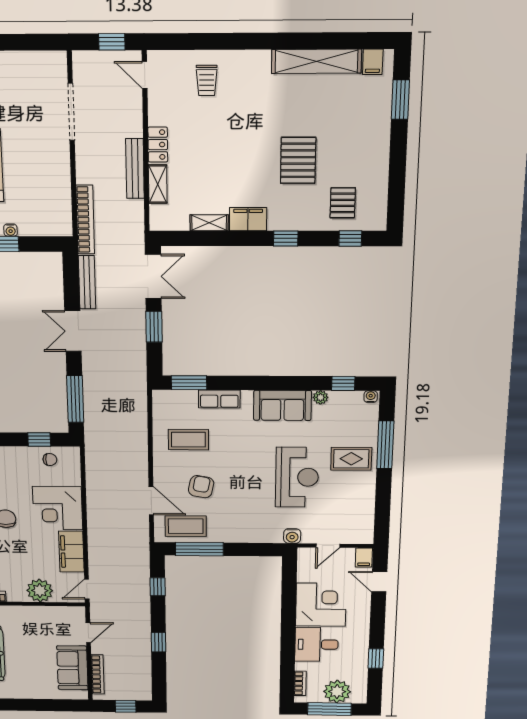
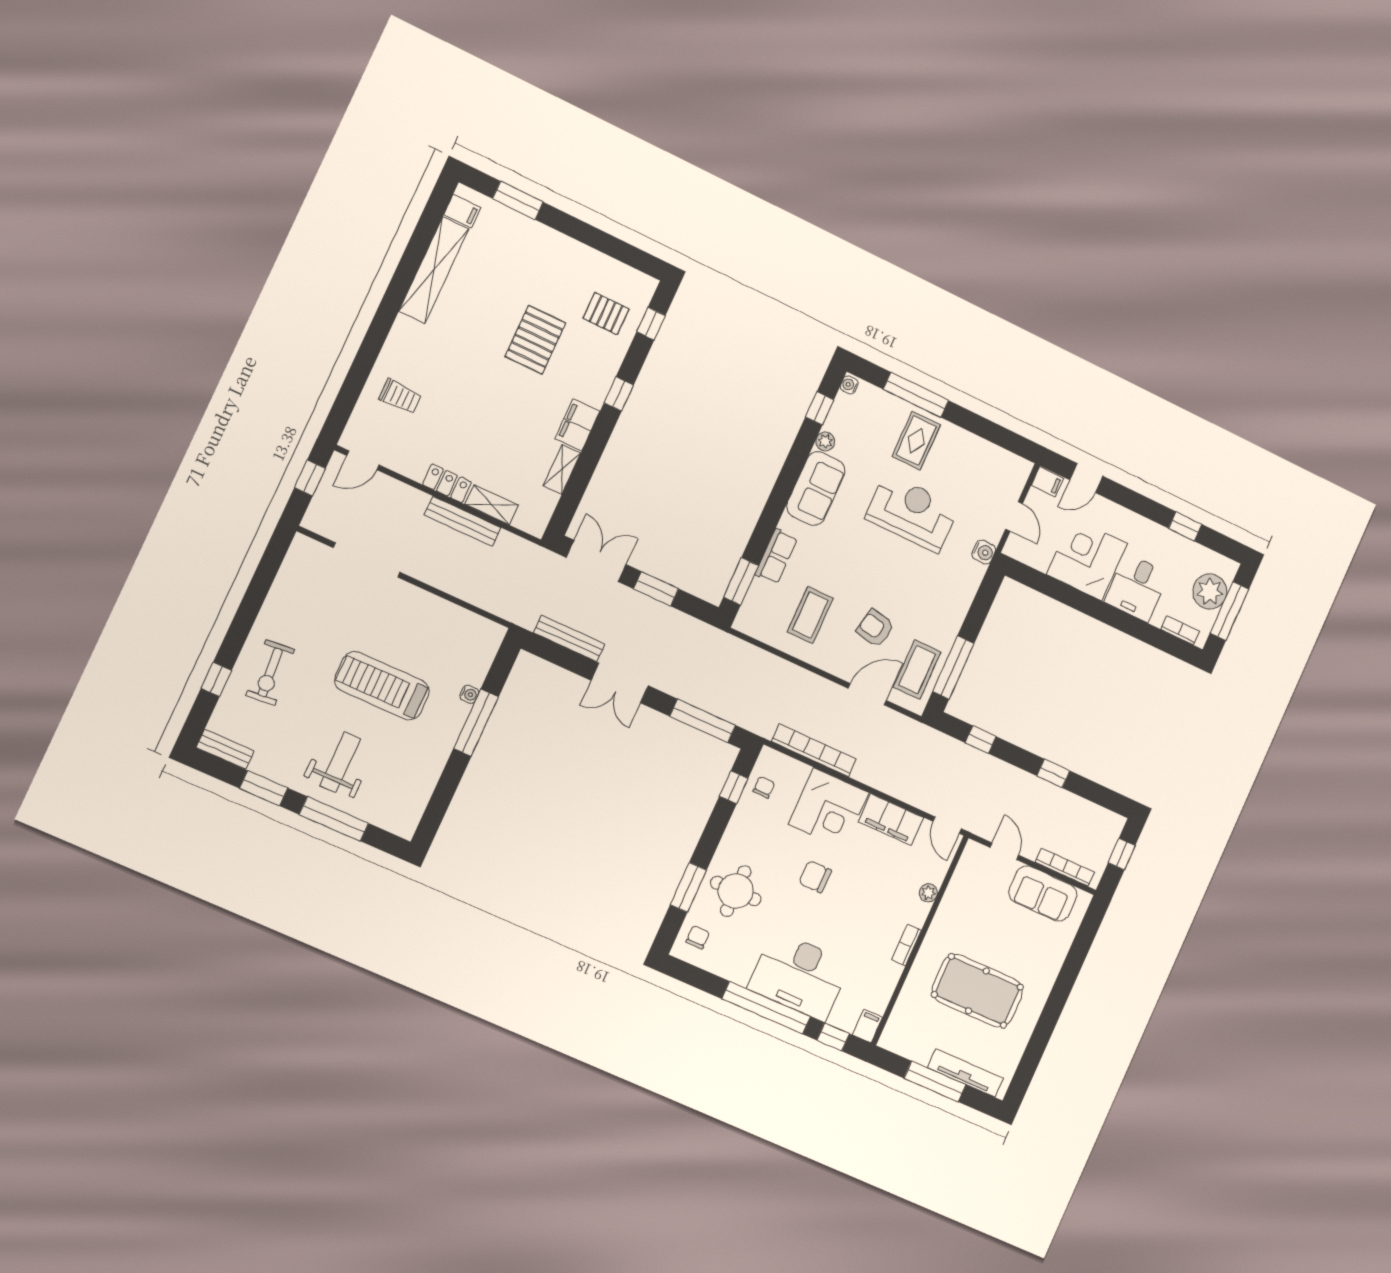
pallet: (298, 160) -> (535, 340), turned 90
bookcase: (85, 220) -> (814, 750), moved
plant: (40, 591) -> (928, 893), width x0.53, depth x0.53

